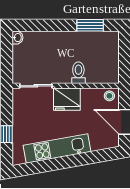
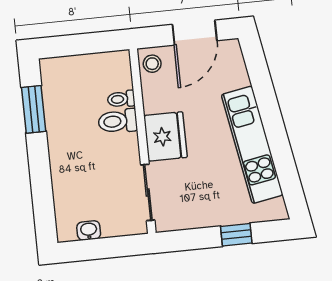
washbasin: (18, 38) -> (89, 230), moved
toilet: (91, 76) -> (121, 99), added

